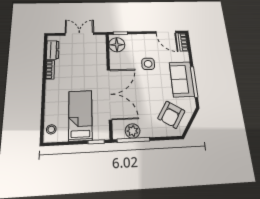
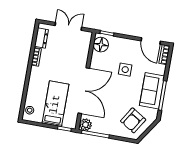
plant: (133, 131) -> (85, 125), moved

